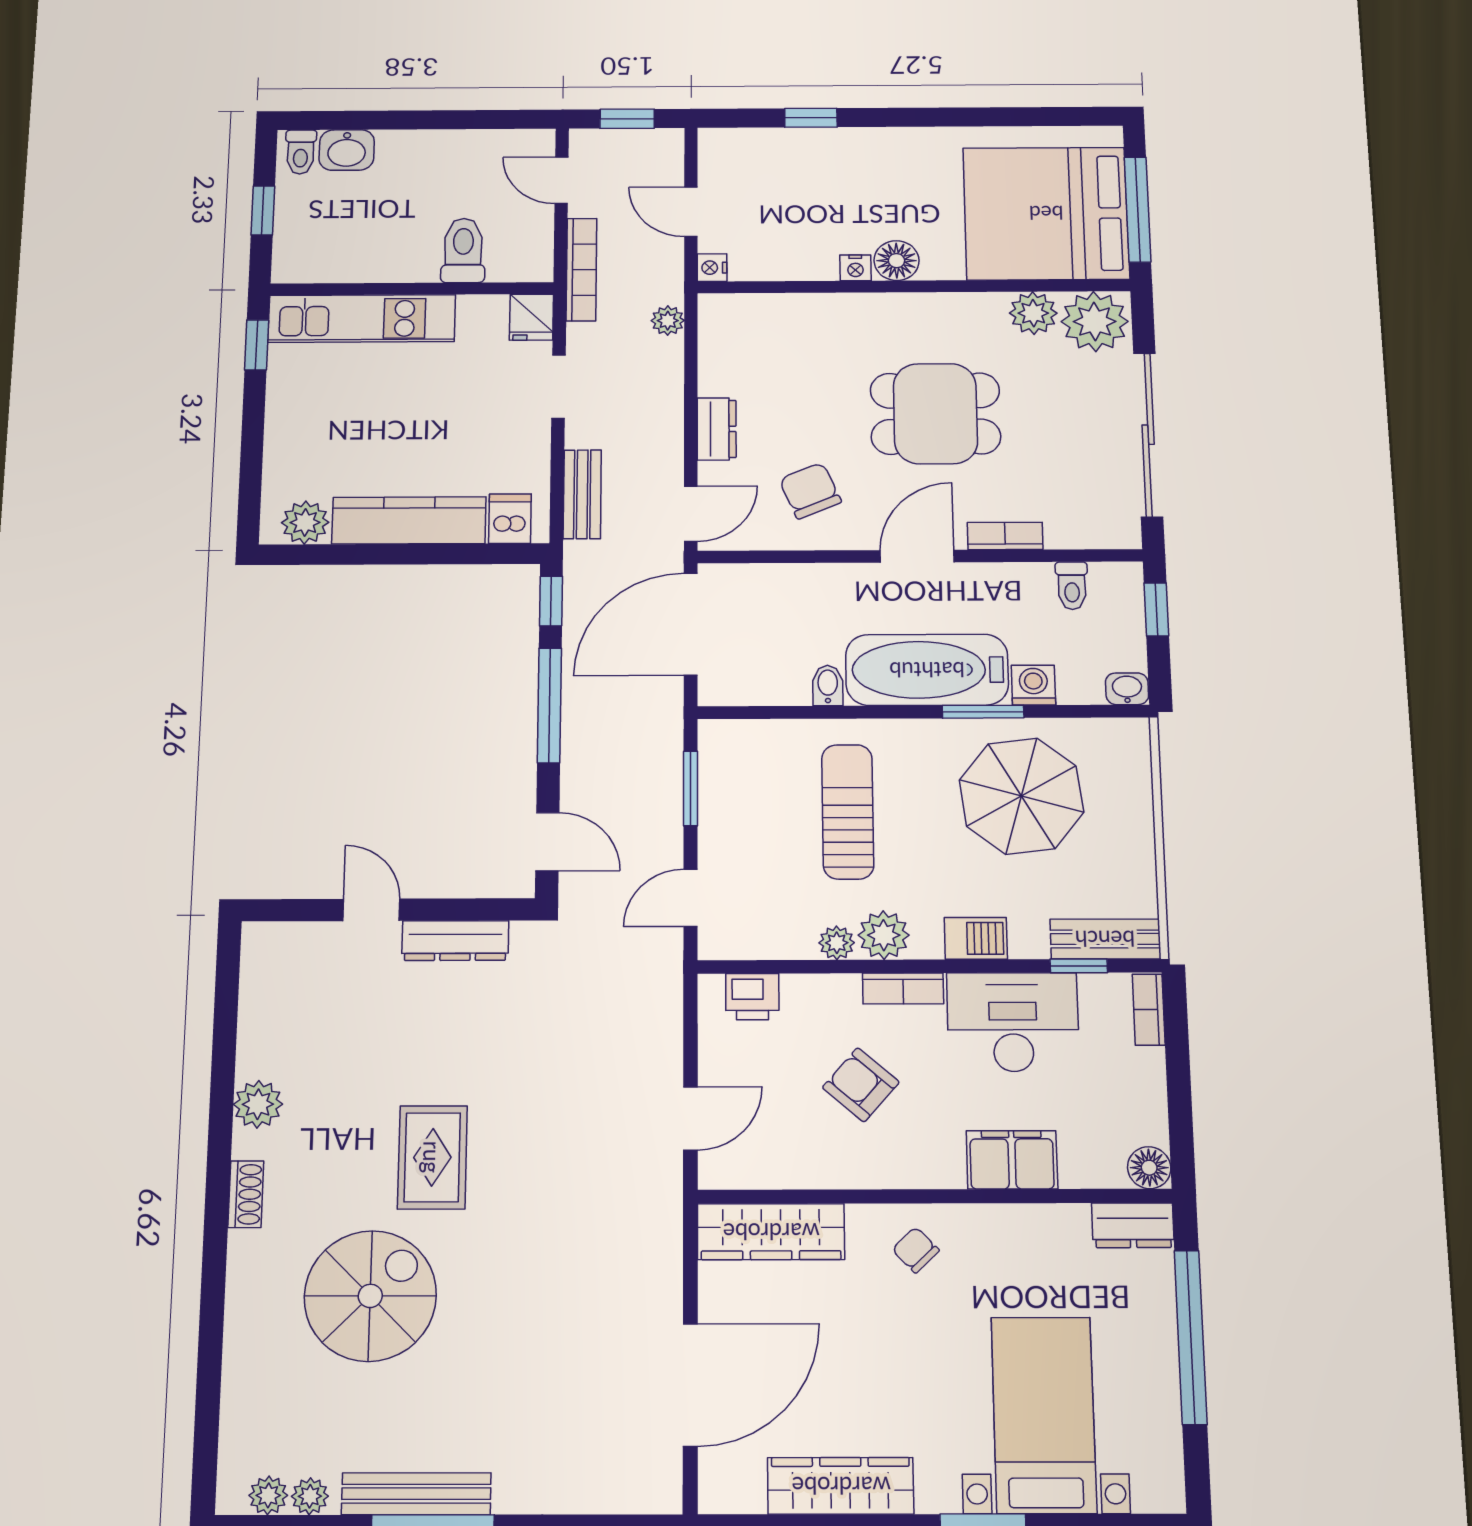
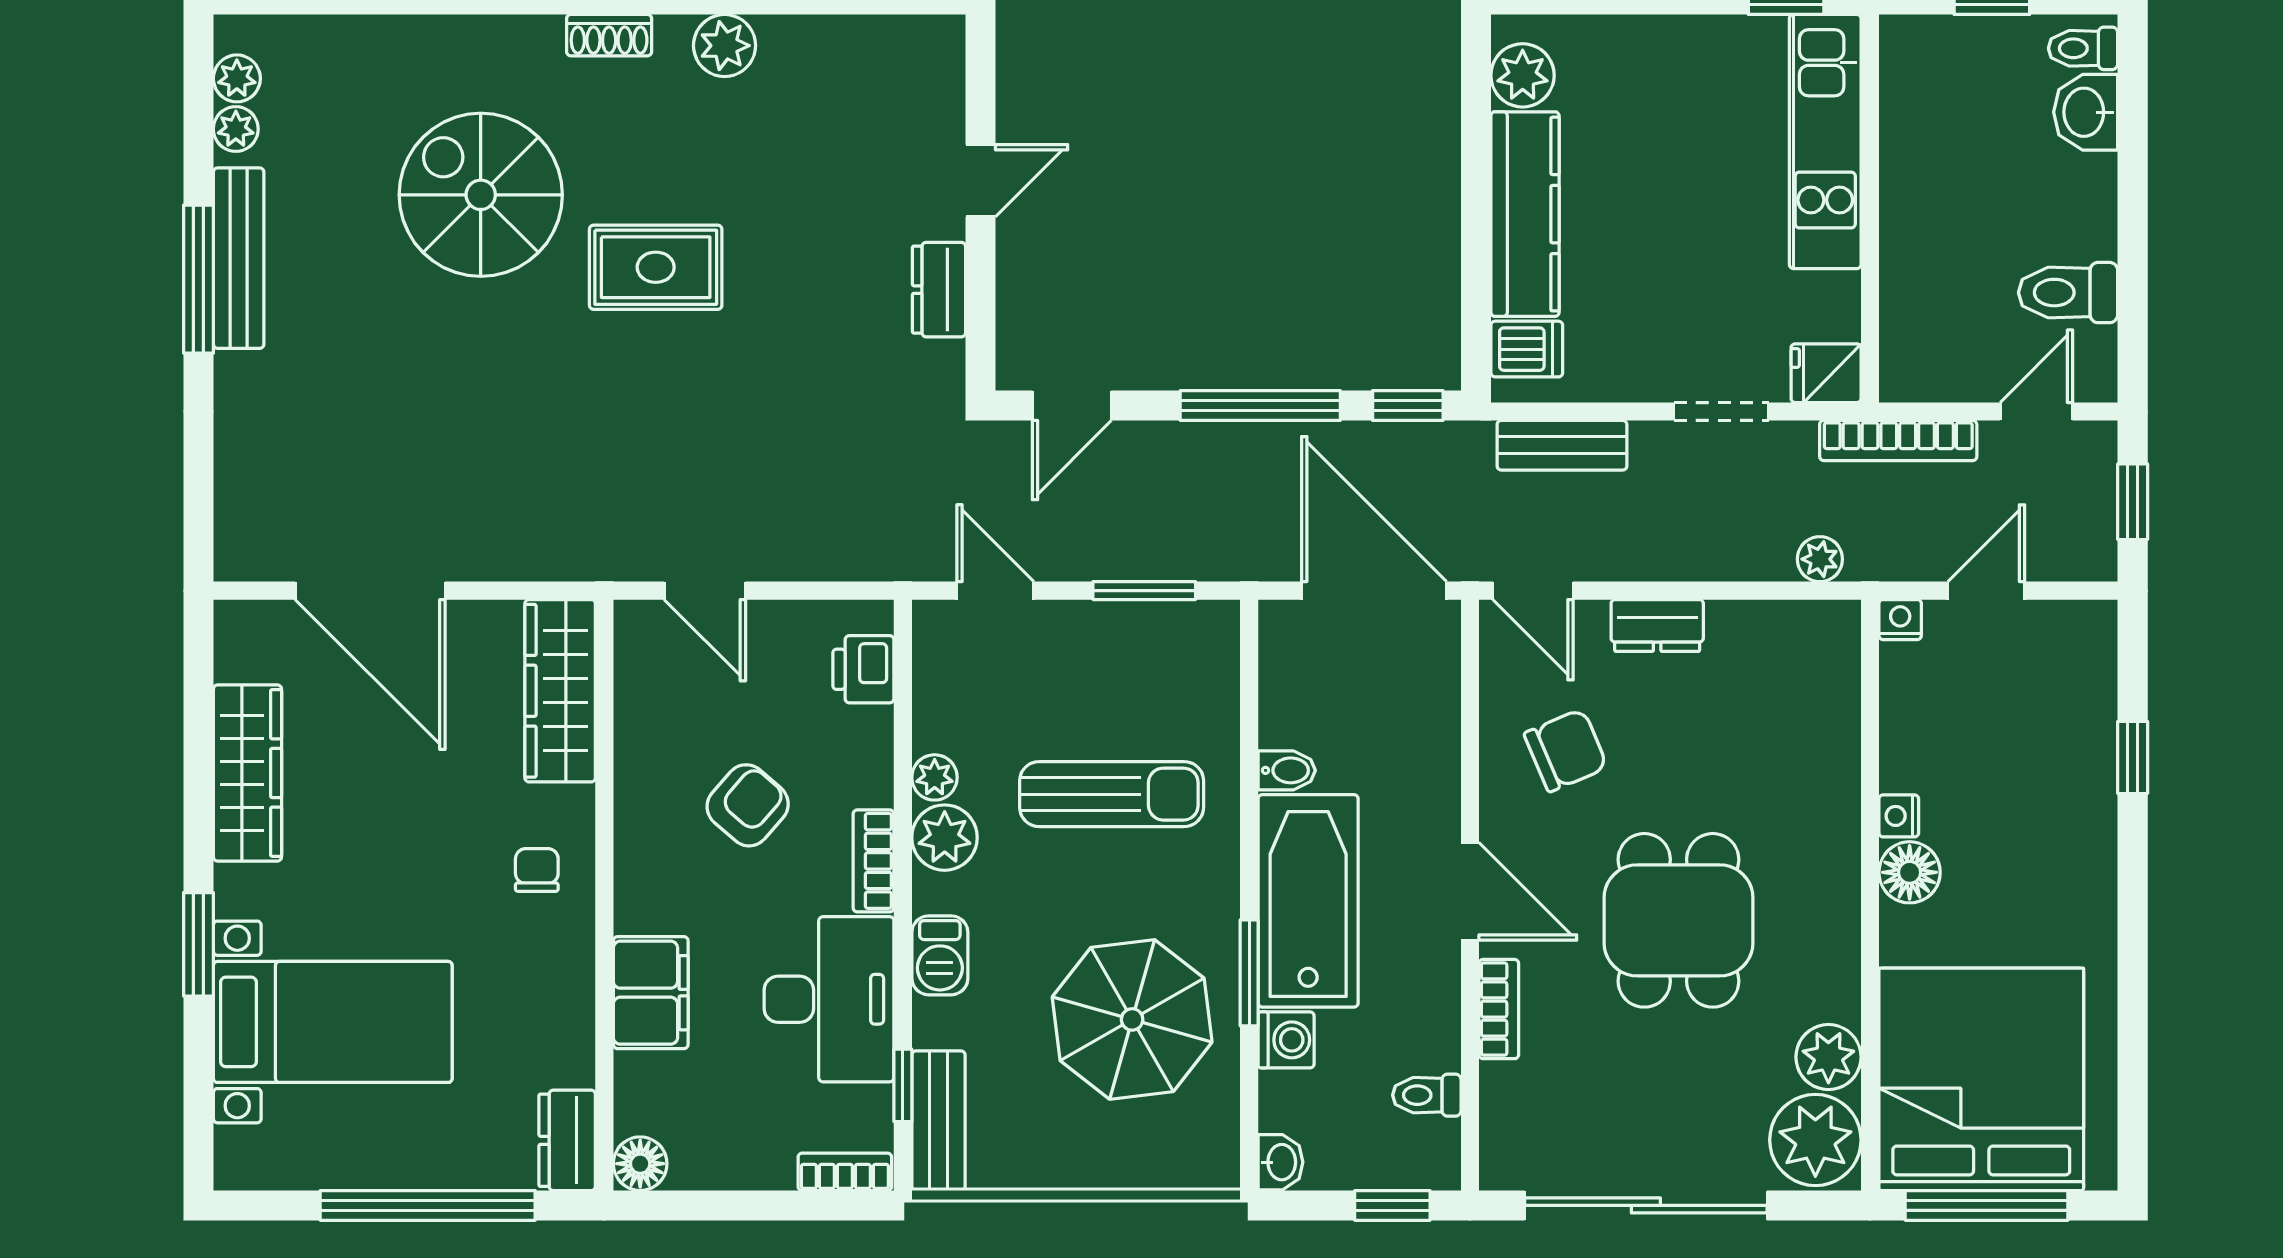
toilet: (463, 250) -> (2068, 293), moved, turned 180
dresser: (455, 941) -> (939, 290), width x0.70
chair: (916, 1250) -> (537, 870), turned -46
spiral stairs: (370, 1296) -> (481, 195), turned 180

